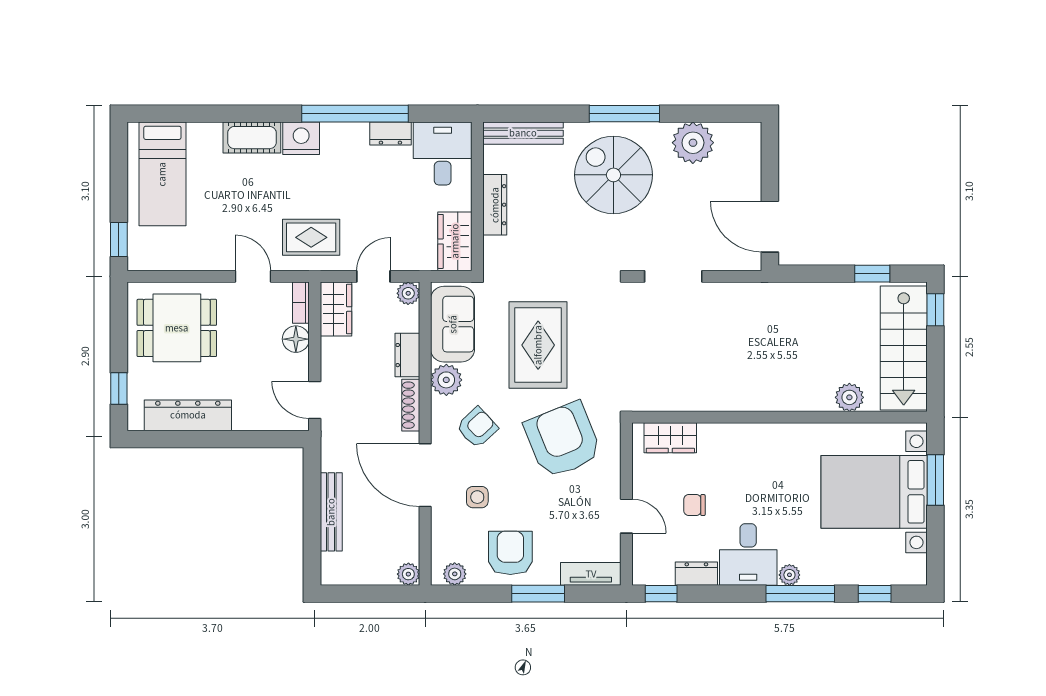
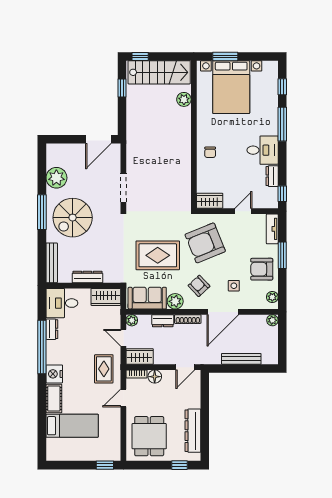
bed: (162, 174) -> (72, 426), moved
wardrobe: (670, 438) -> (210, 201), moved, turned -90
chair: (694, 505) -> (210, 152), moved
plant: (789, 575) -> (273, 129), removed

